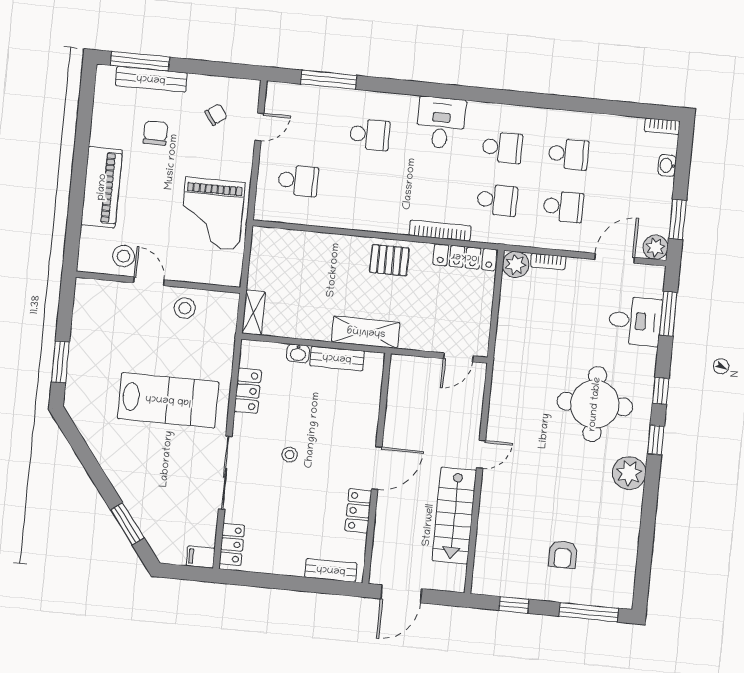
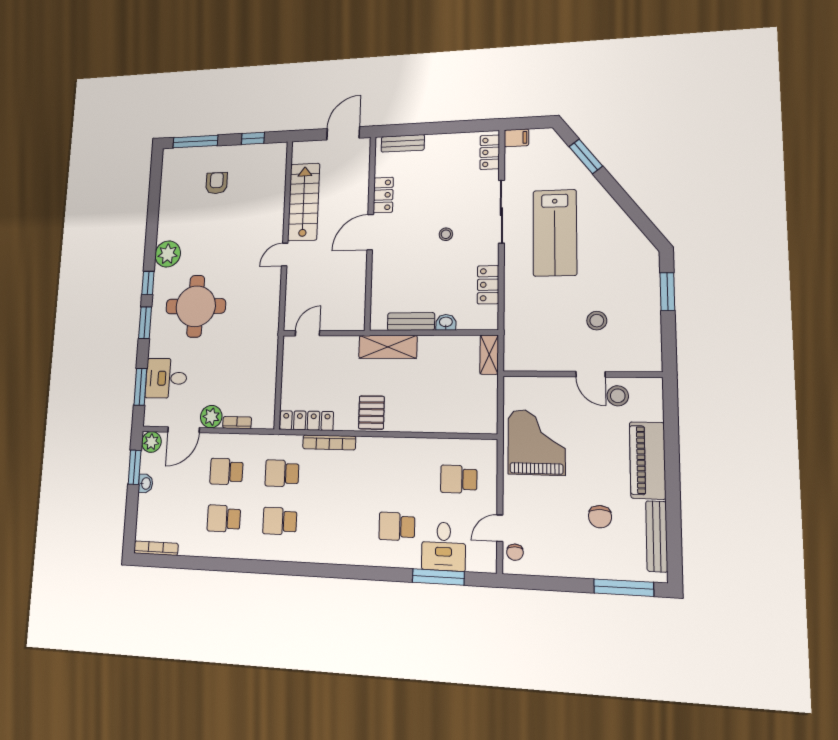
bench: (151, 79) -> (657, 536), moved, turned 90
chair: (216, 115) -> (515, 552), moved, turned -55
desk: (441, 123) -> (444, 546), moved
bookcase: (662, 126) -> (156, 548), width x1.56
washbasin: (667, 165) -> (146, 483), moved
pallet: (389, 260) -> (371, 412), turned 90
plant: (516, 265) -> (211, 417), moved
stool: (185, 308) -> (597, 321), moved
window: (661, 391) -> (145, 323), width x1.50
lab bench: (168, 400) -> (555, 233), moved, turned -90

